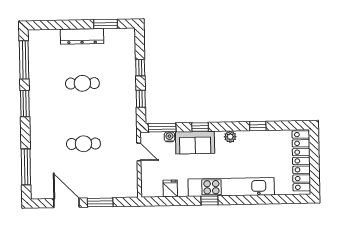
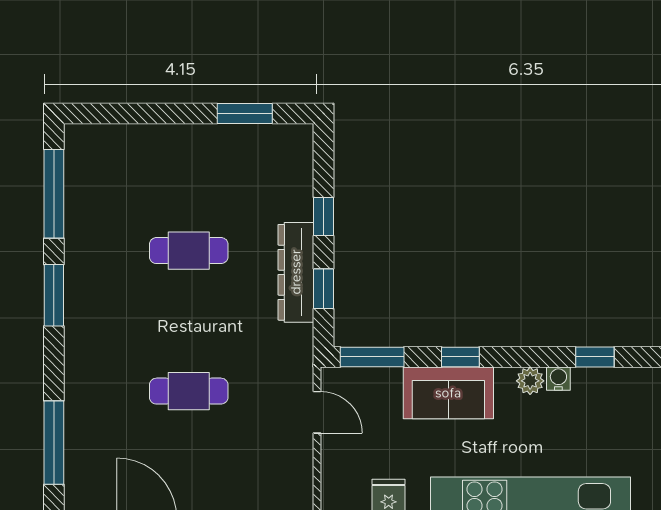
dresser: (82, 36) -> (296, 272), moved, turned 90
water cooler: (169, 137) -> (558, 379), moved

